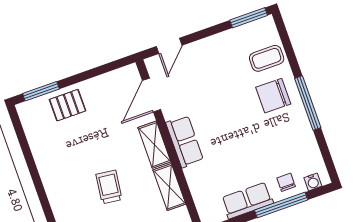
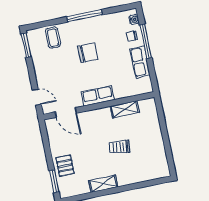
chair: (273, 96) -> (88, 53), moved, turned -90
shelving: (154, 145) -> (103, 184), moved

